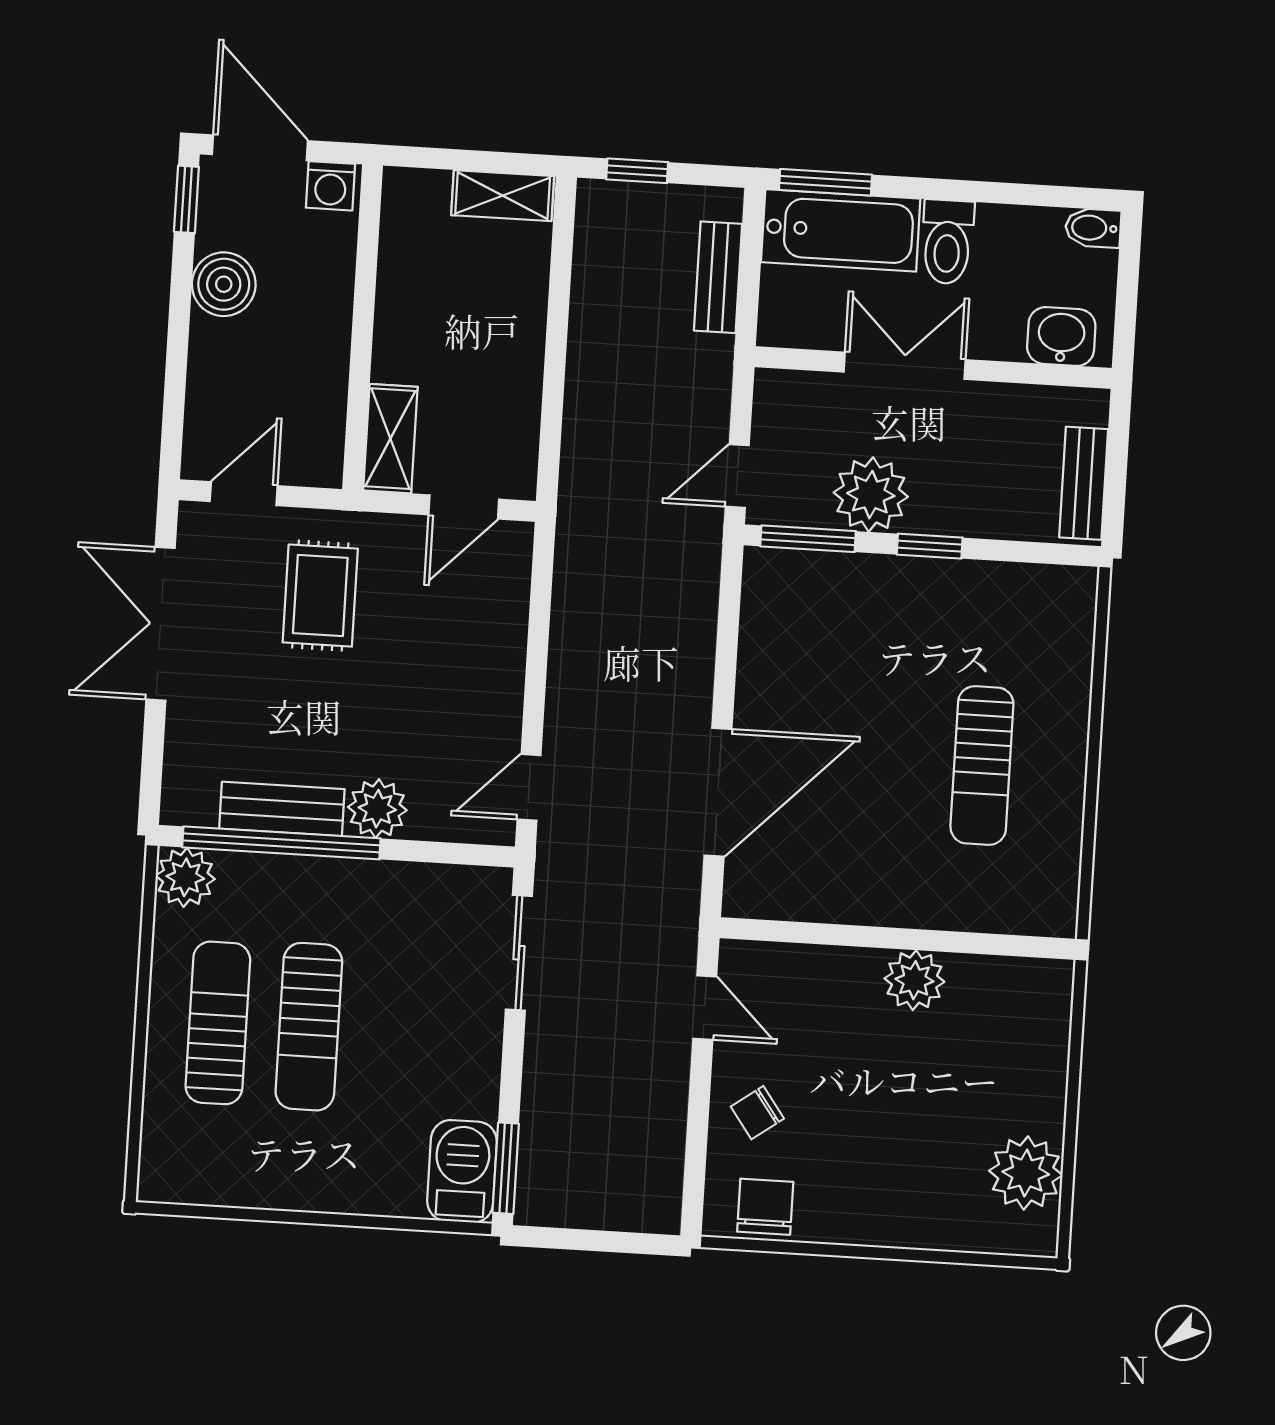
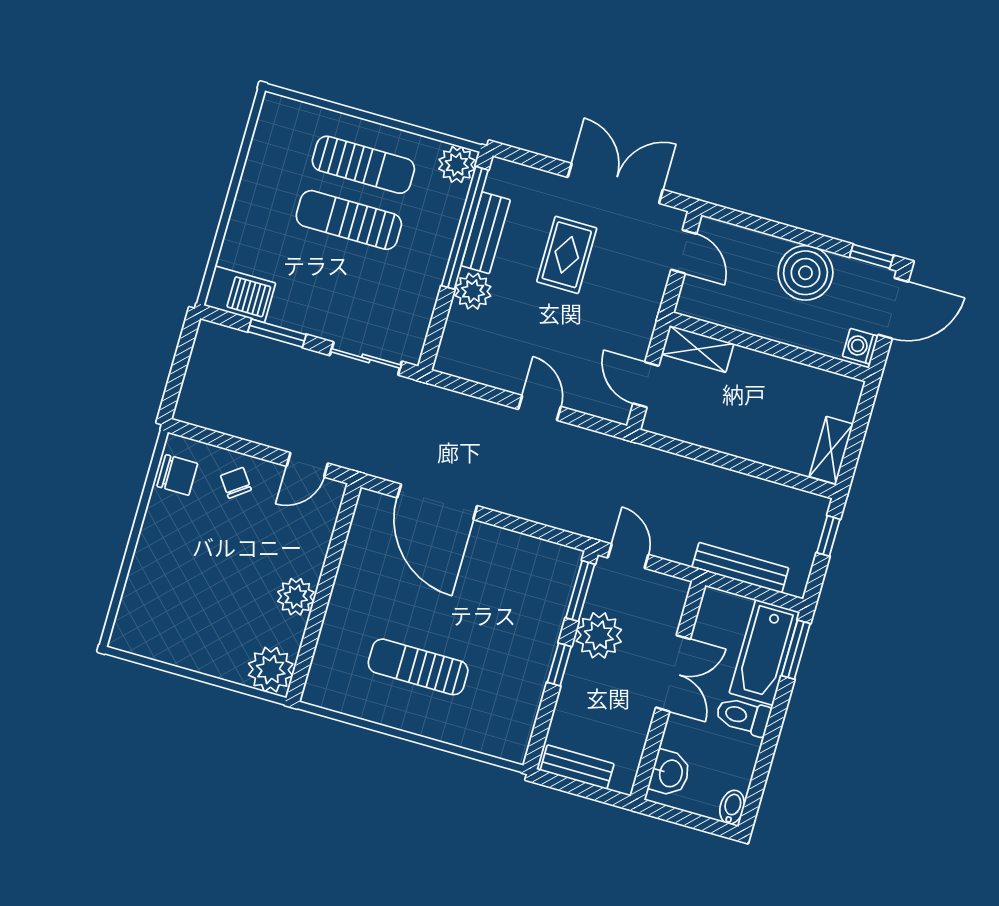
bench: (718, 277) -> (740, 568), width x1.36
boiler: (224, 284) -> (805, 273), width x1.37, depth x1.37
rug: (320, 596) -> (567, 255), moved, turned 90
door: (529, 787) -> (539, 408), moved
window: (506, 1168) -> (277, 333), moved
plant: (1026, 1173) -> (271, 670), moved

